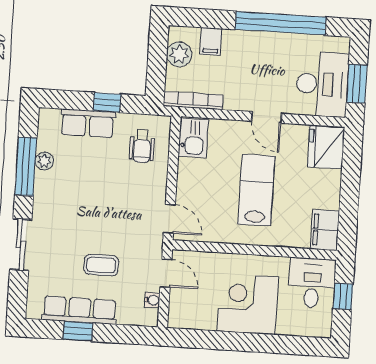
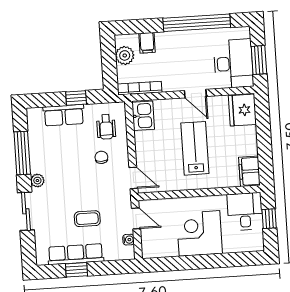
plant: (44, 161) -> (37, 181), moved
chair: (131, 186) -> (101, 157), added

